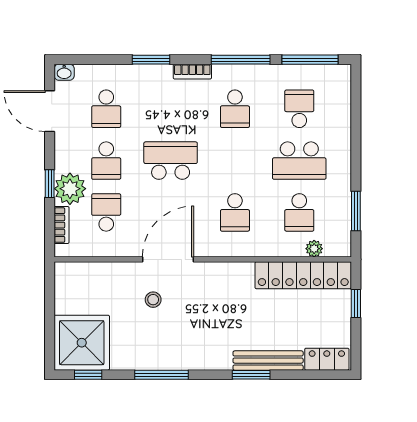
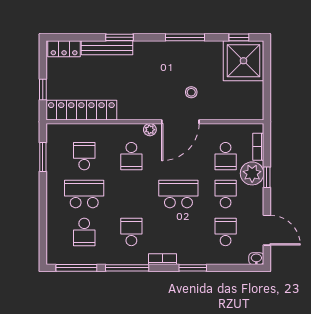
school desk: (171, 161) -> (178, 194), turned 180
school desk: (235, 212) -> (131, 156), turned 180
plant: (314, 249) -> (150, 130), moved

